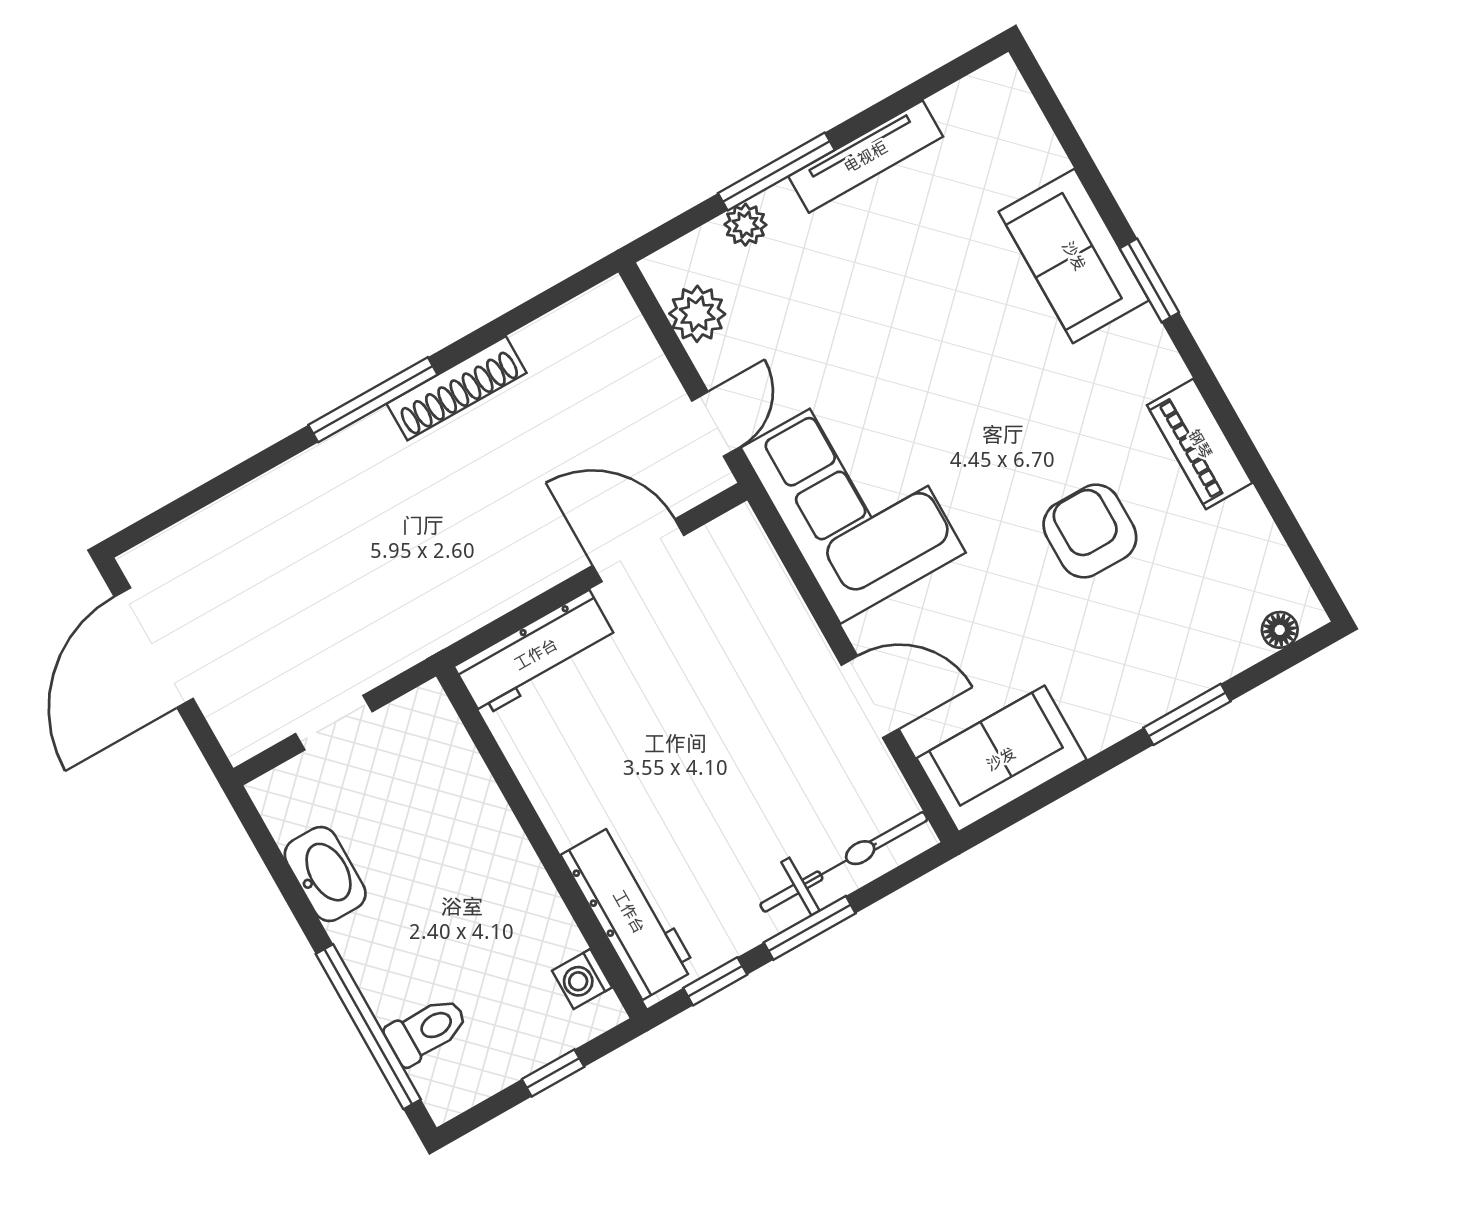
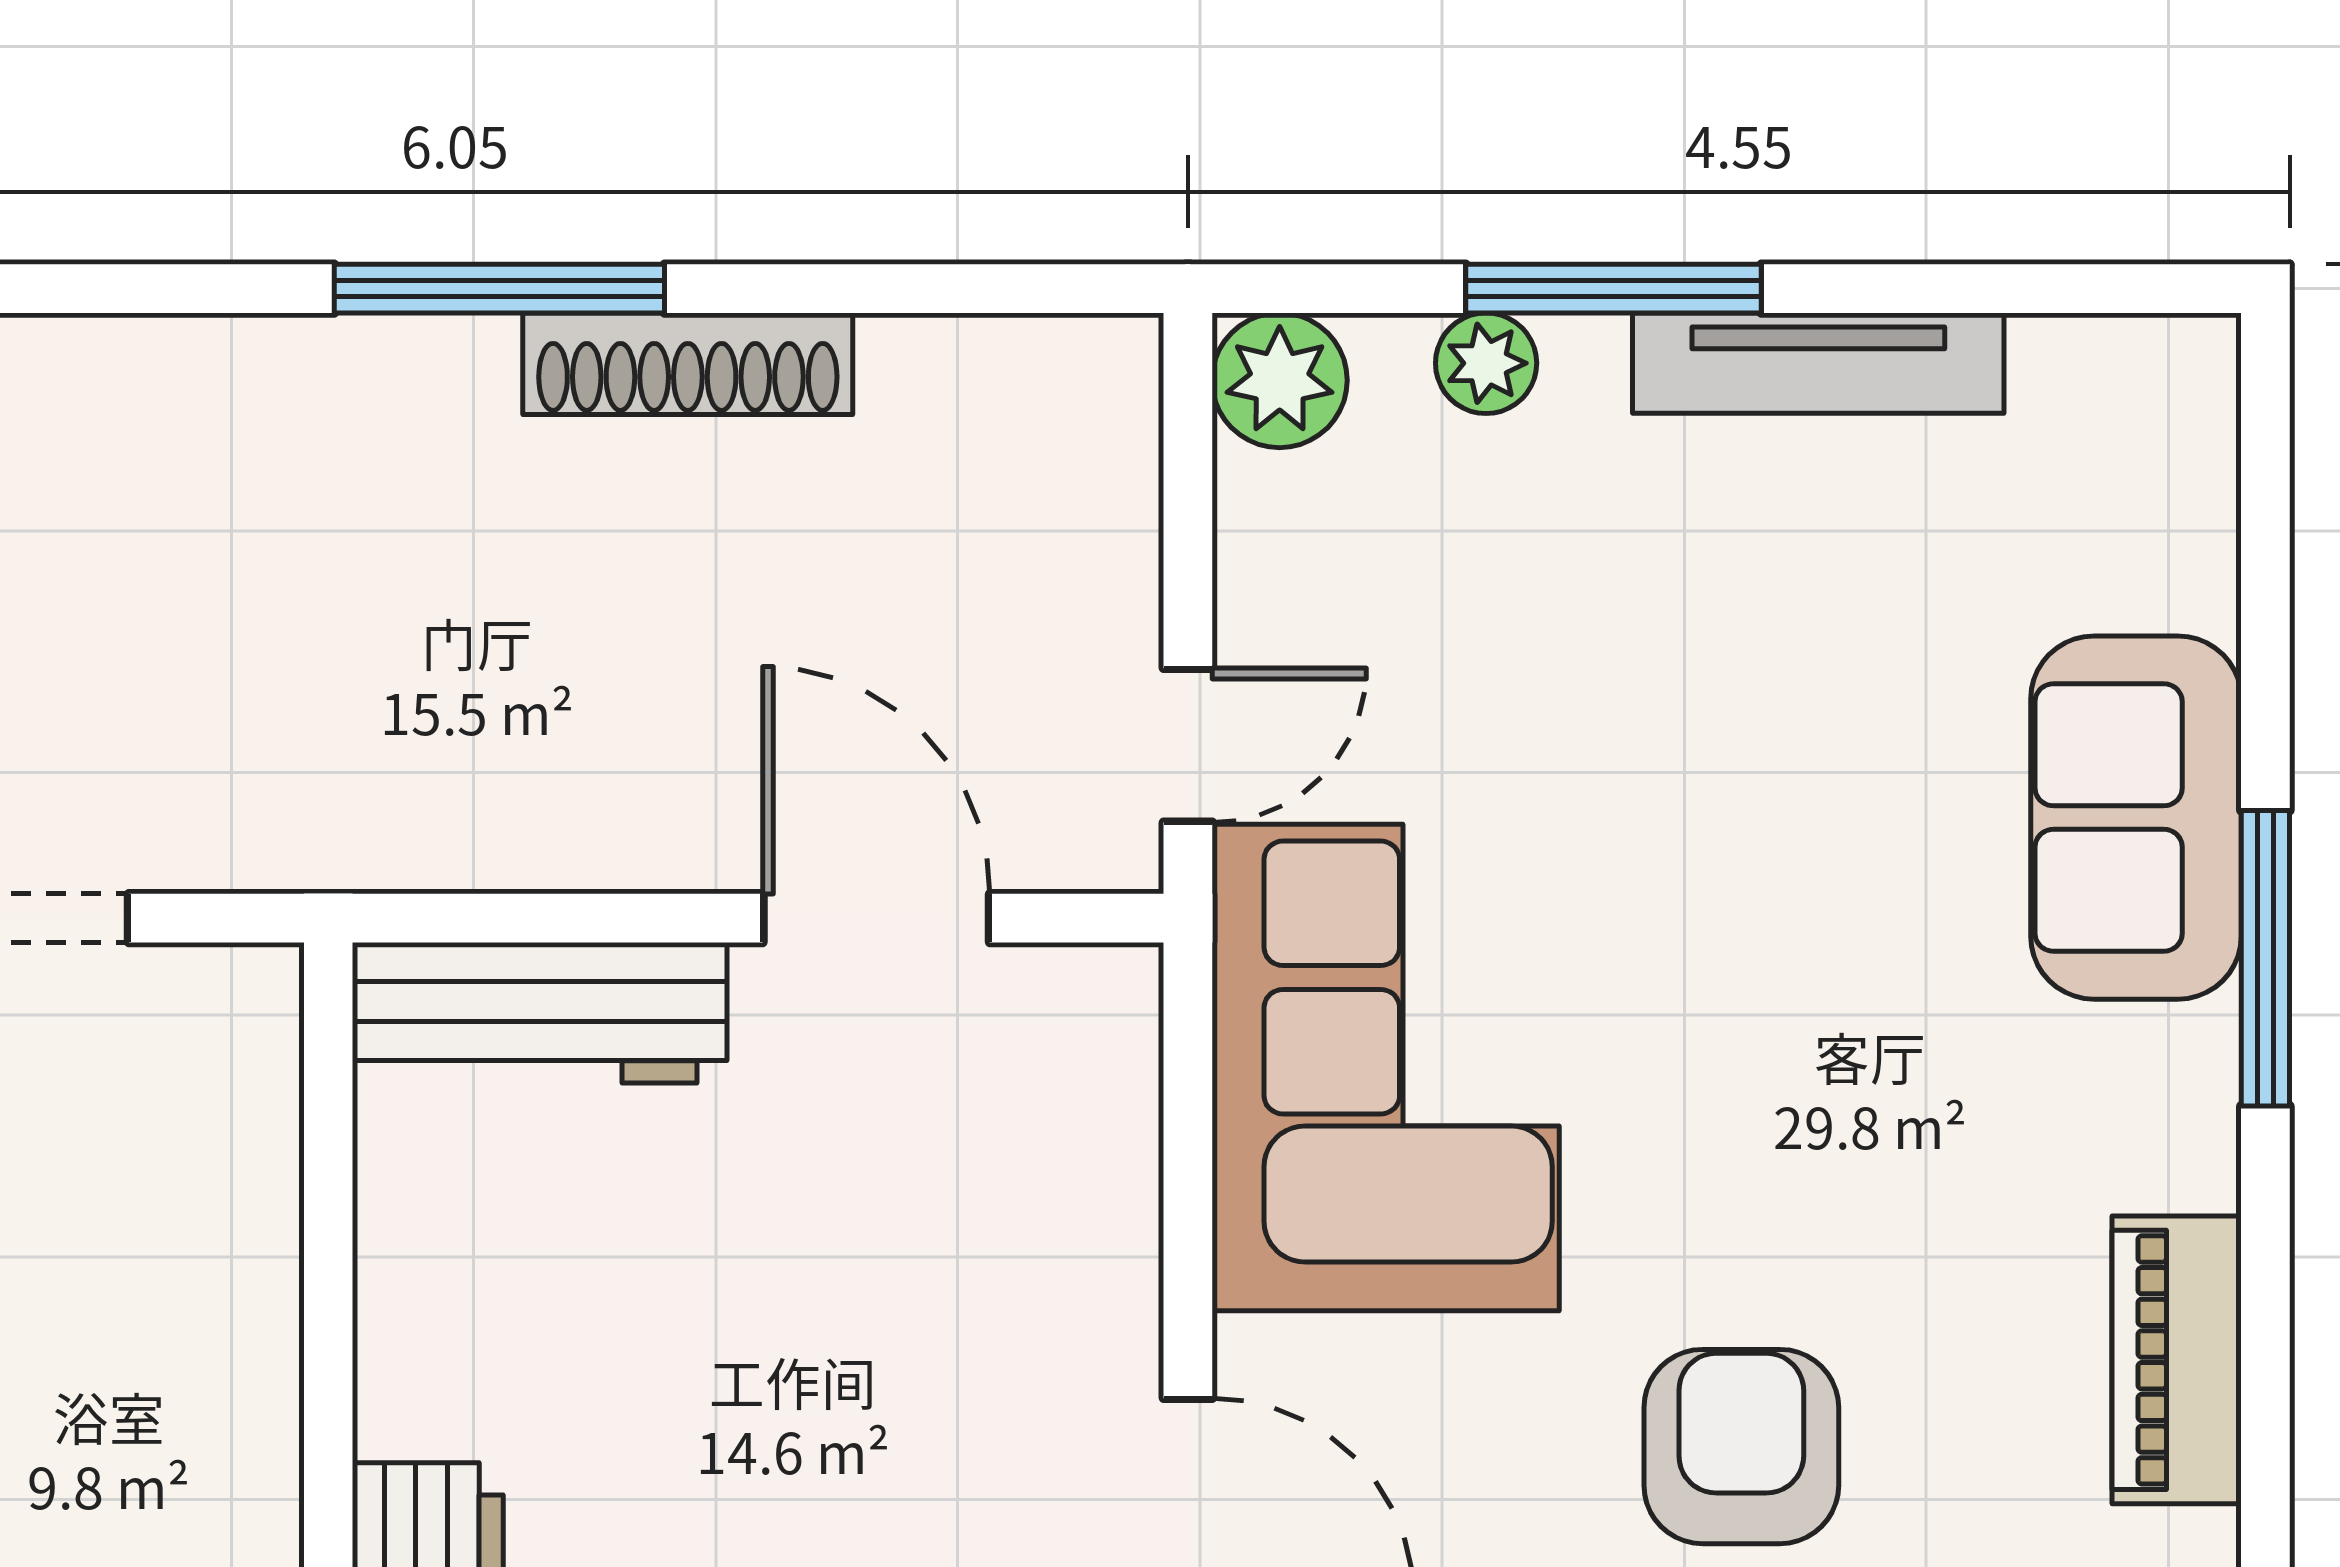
window: (1149, 280) -> (2265, 958), width x1.44
plant: (697, 314) -> (1280, 380), moved
armchair: (1090, 531) -> (1741, 1447), moved

